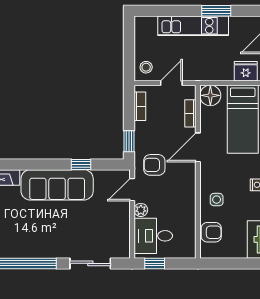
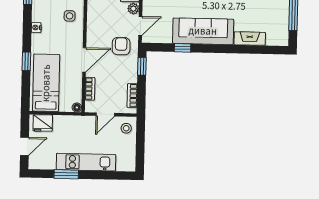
floor lamp: (210, 95) -> (77, 107), width x0.53, depth x0.53
armchair: (154, 165) -> (121, 46), turned -90

